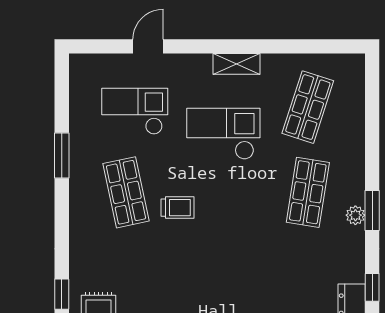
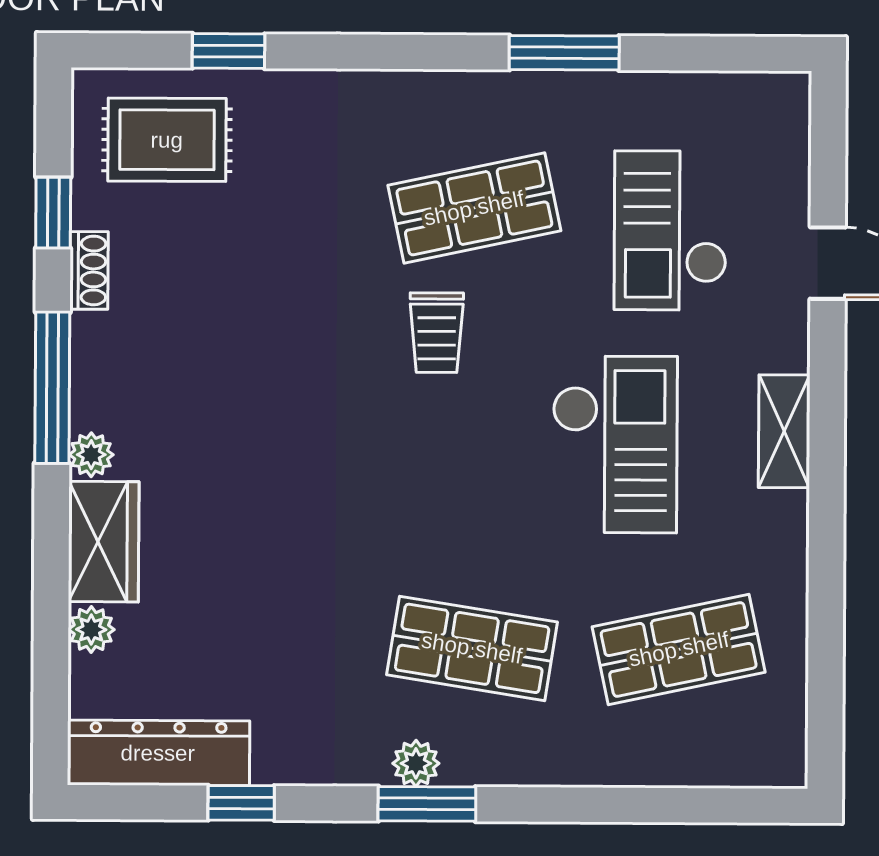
shelving: (236, 64) -> (784, 431), moved
shop shelf: (308, 107) -> (679, 649), turned -30
checkout: (135, 111) -> (670, 230), turned 180

